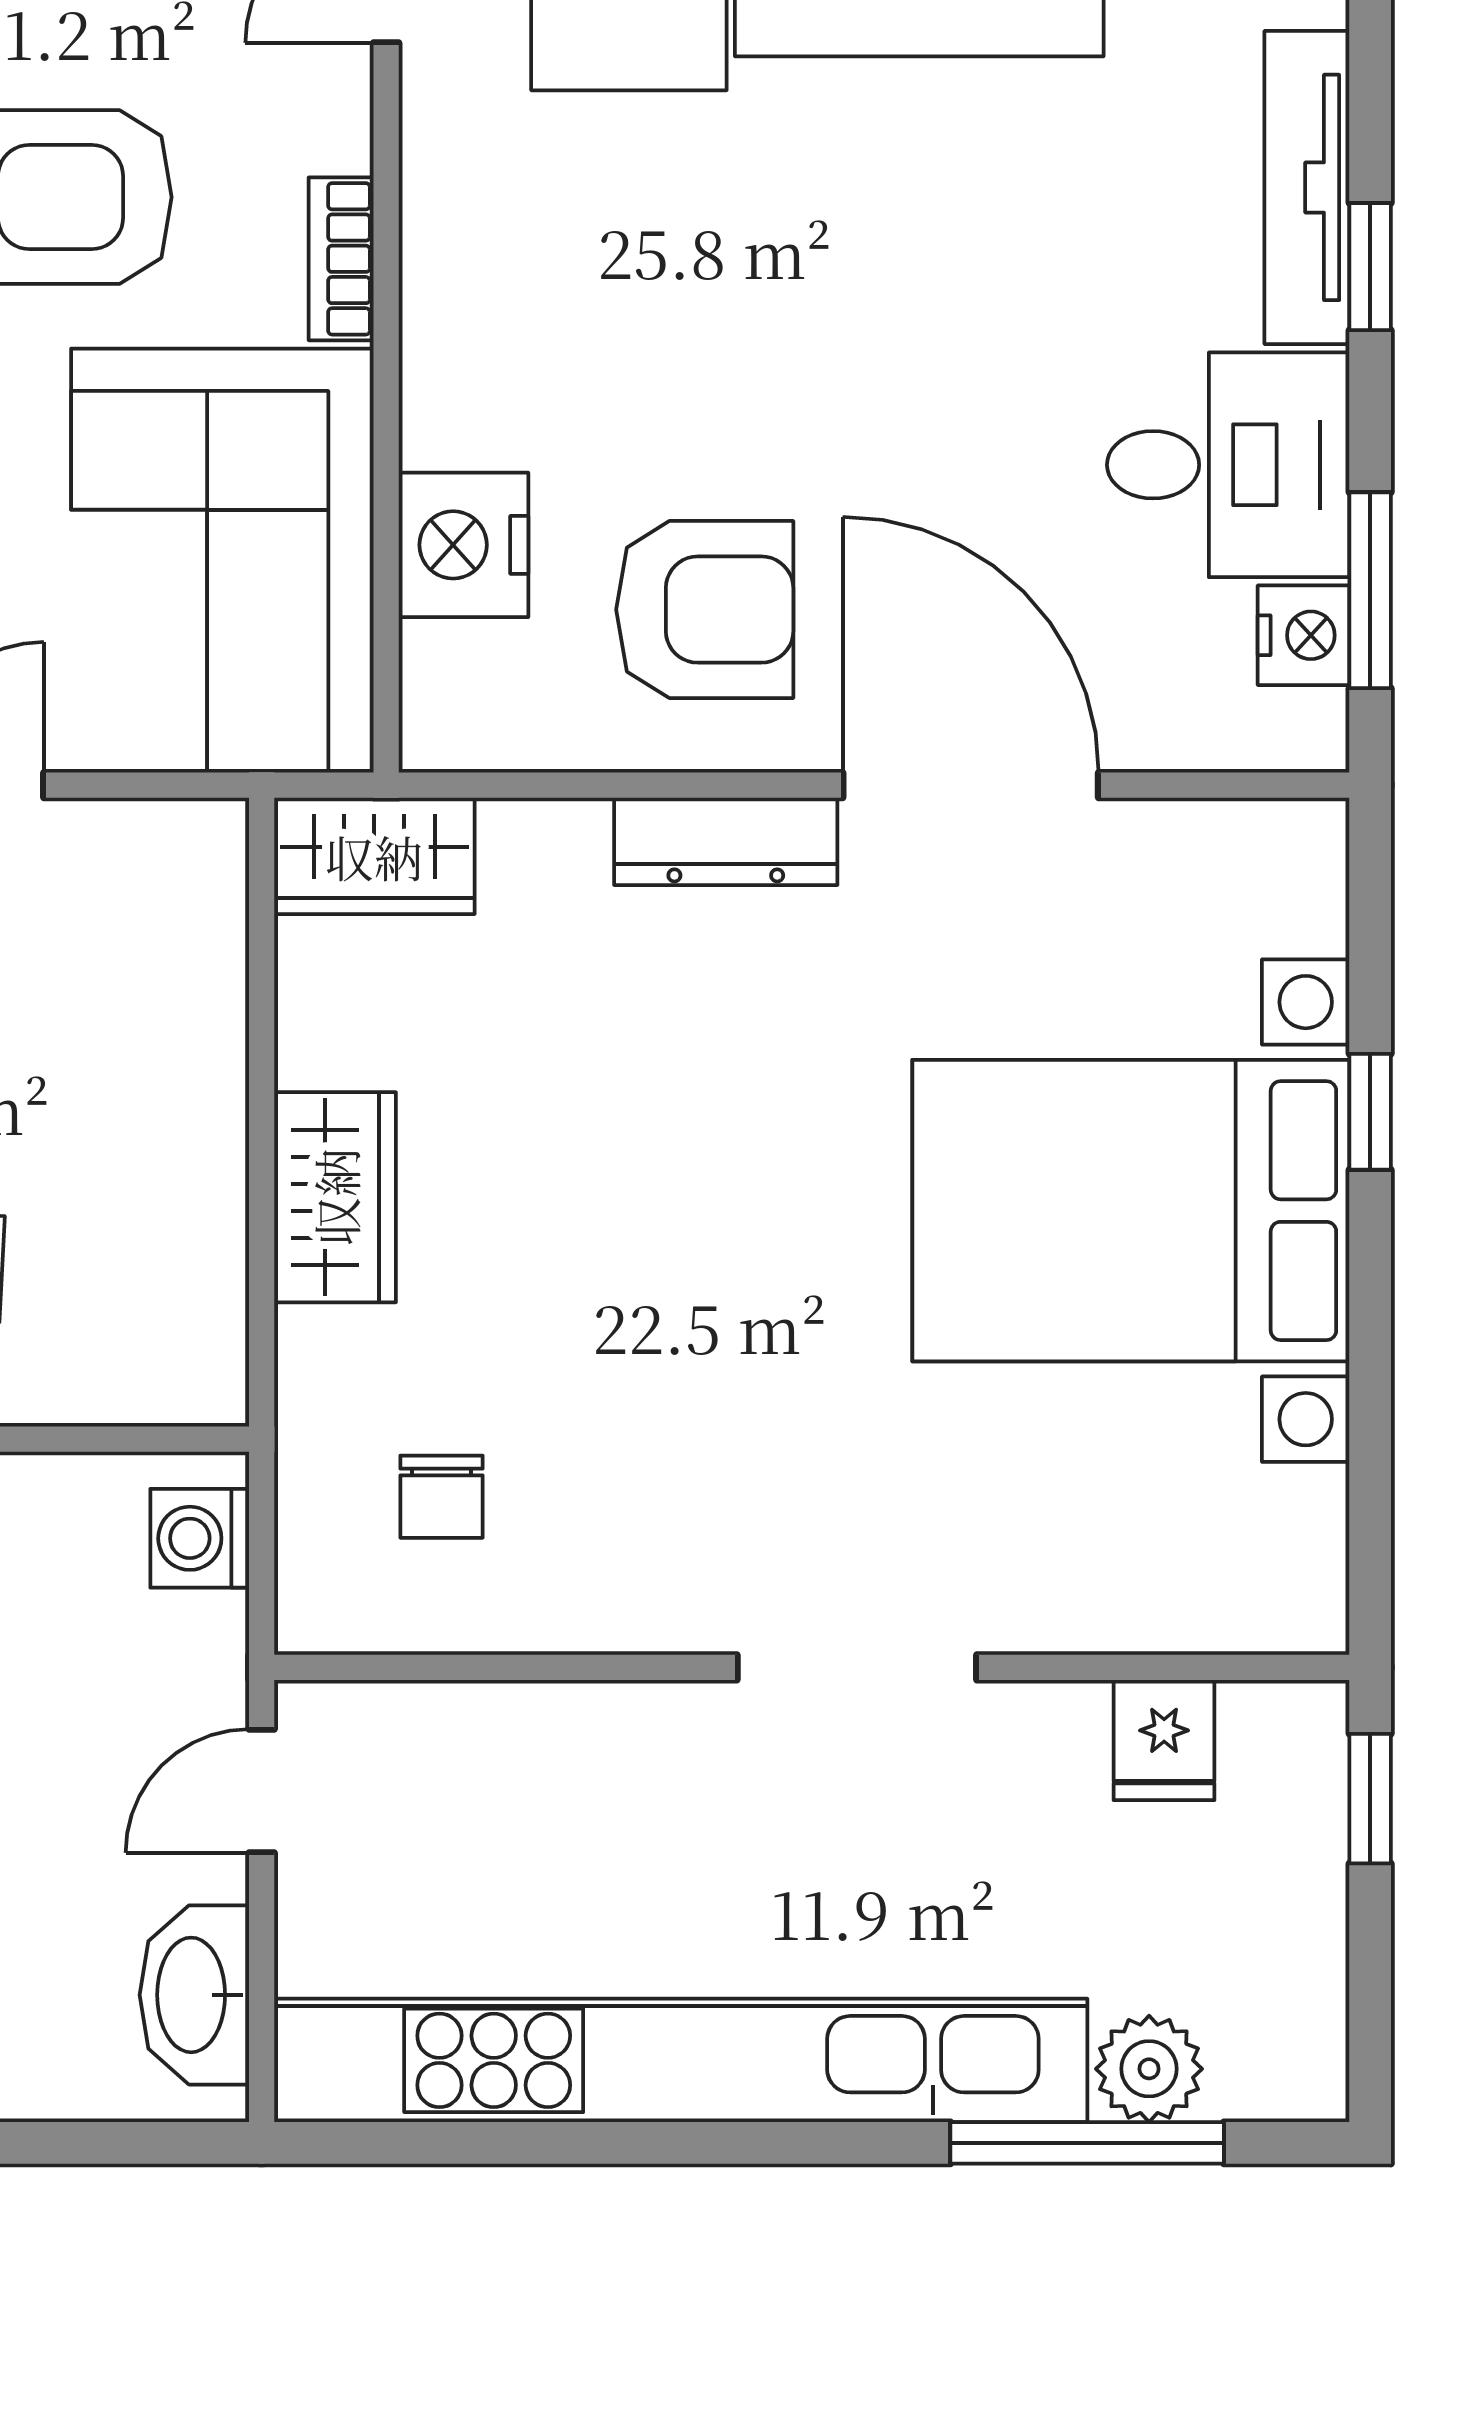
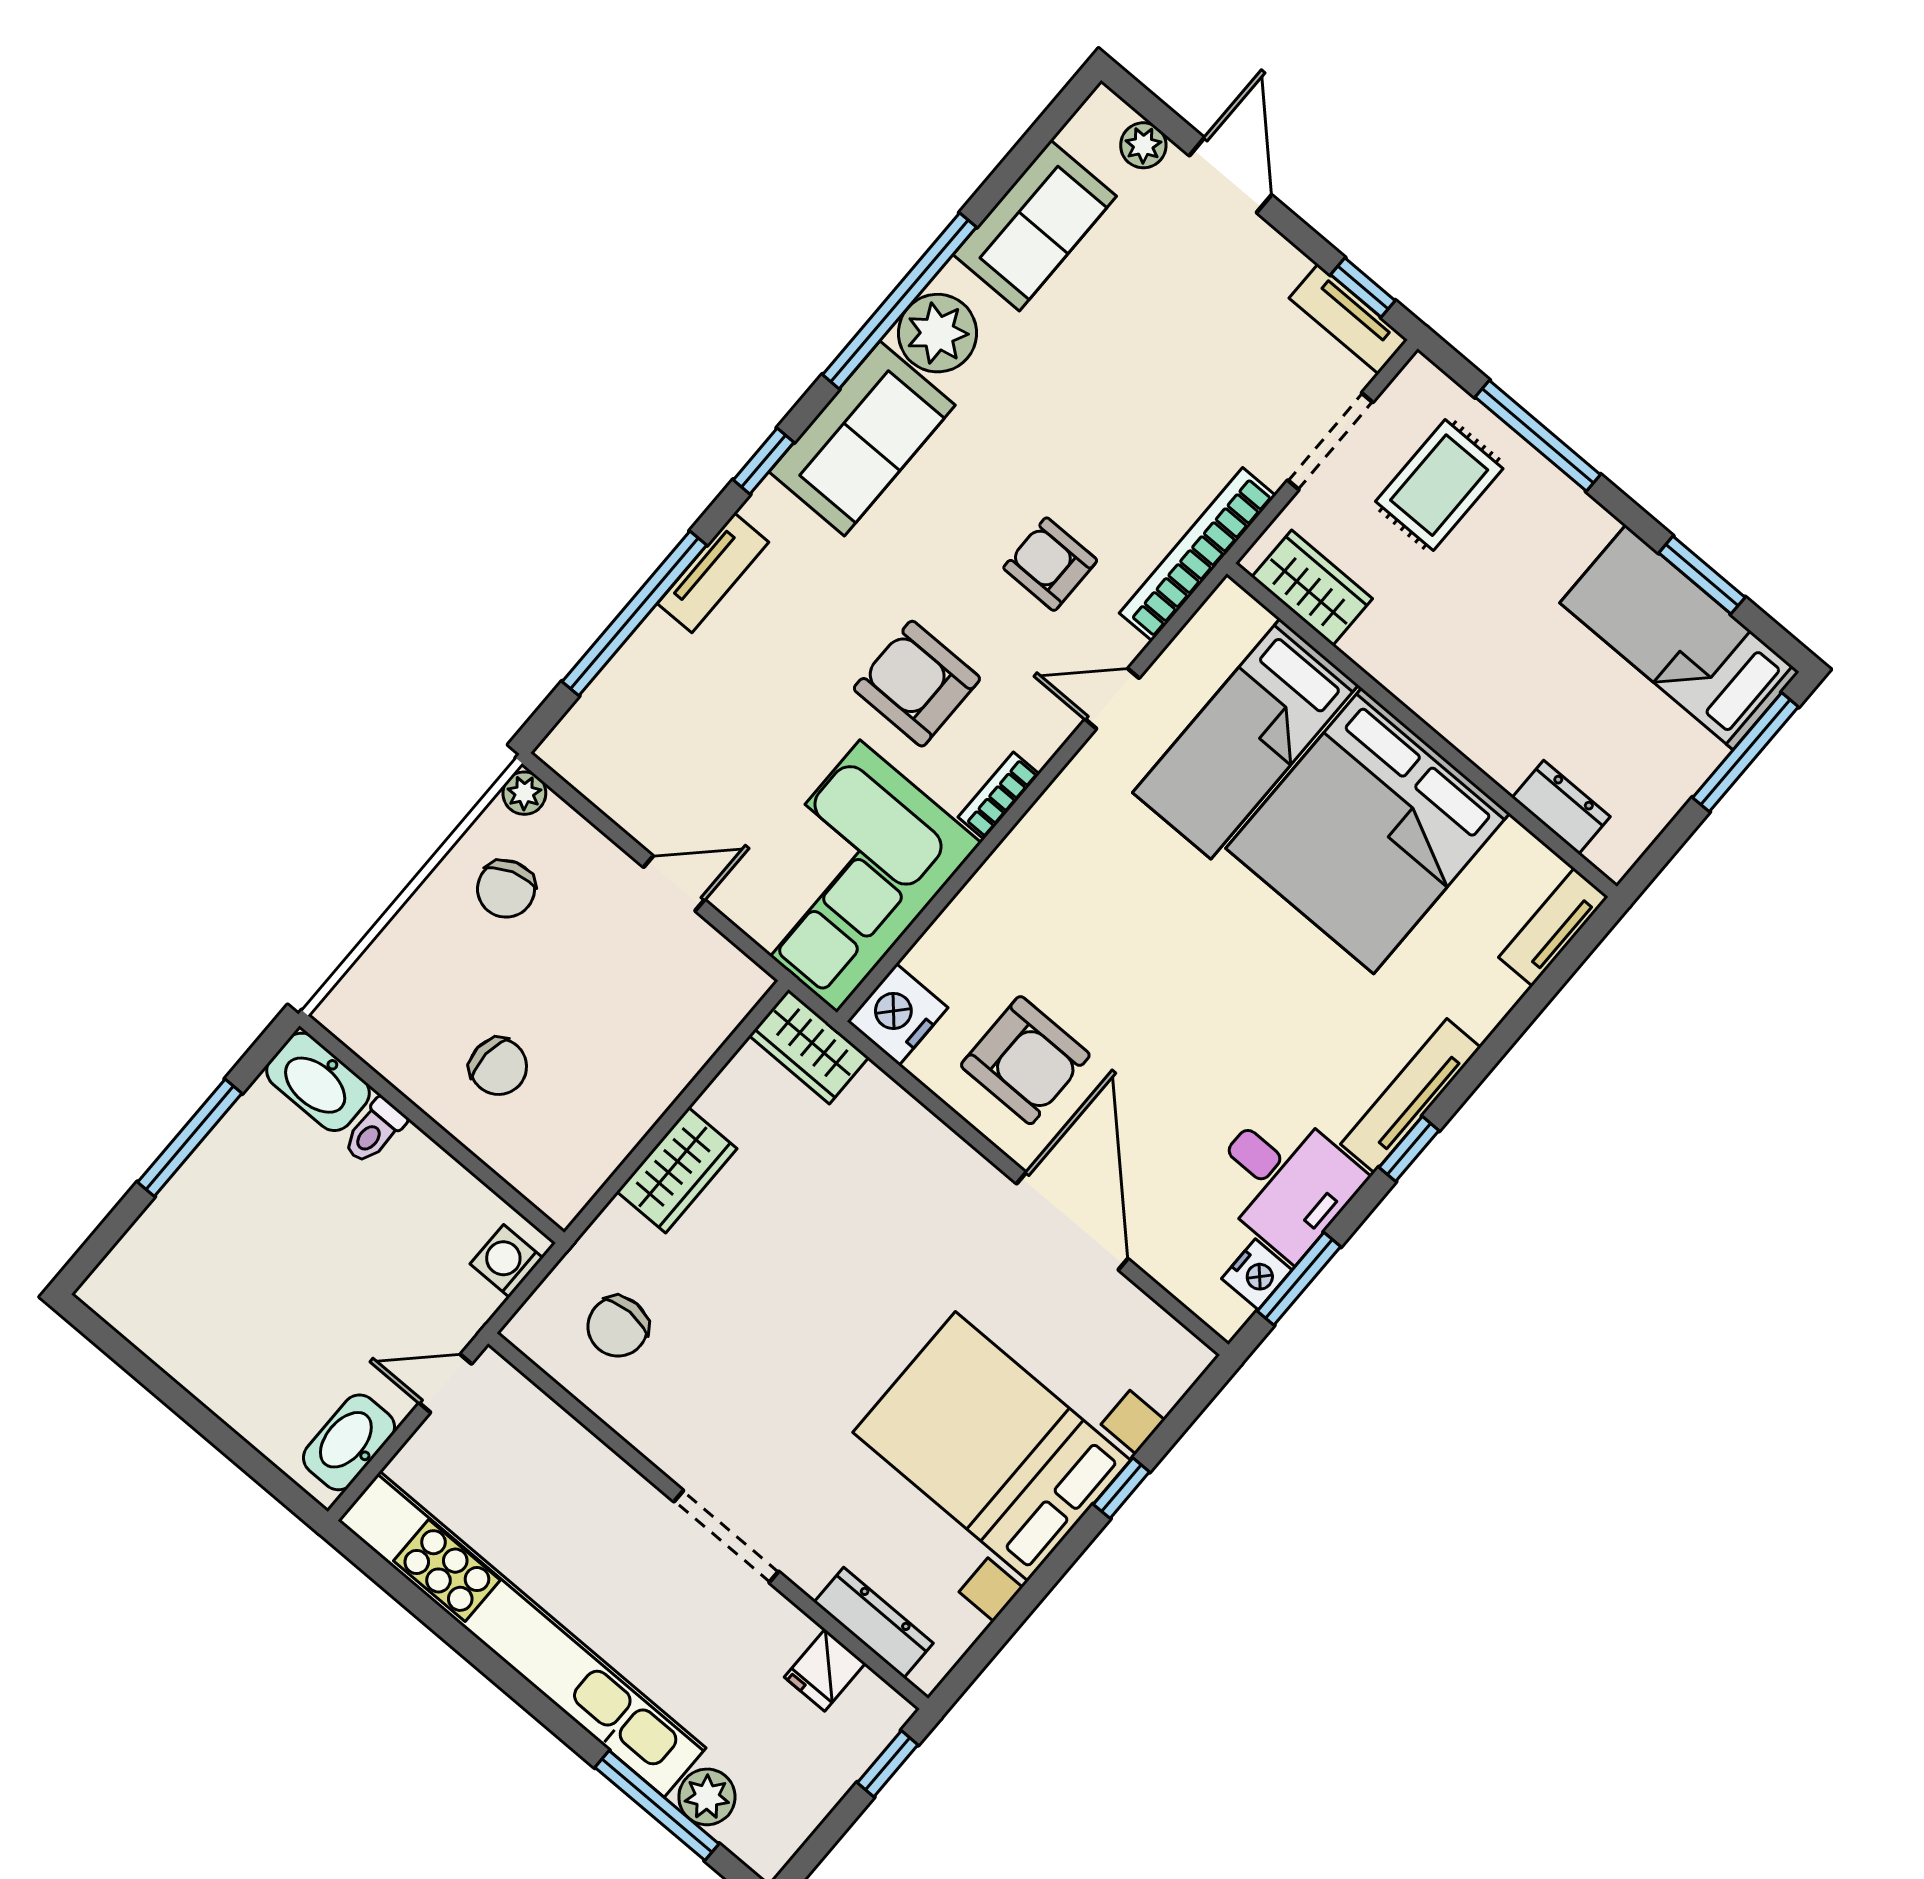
nightstand: (463, 545) -> (898, 1014), moved
dresser: (726, 841) -> (874, 1623), moved, turned 180
chair: (442, 1497) -> (618, 1327), width x1.37, depth x1.37

